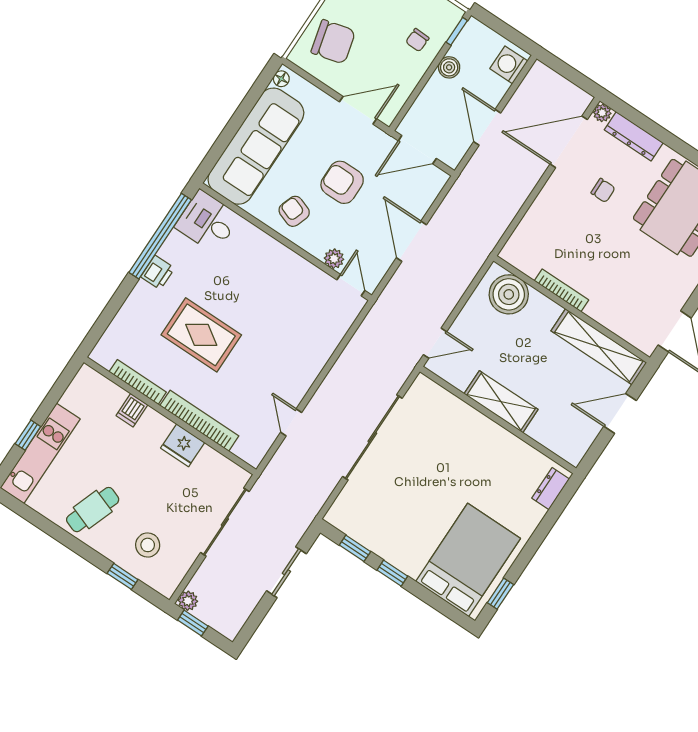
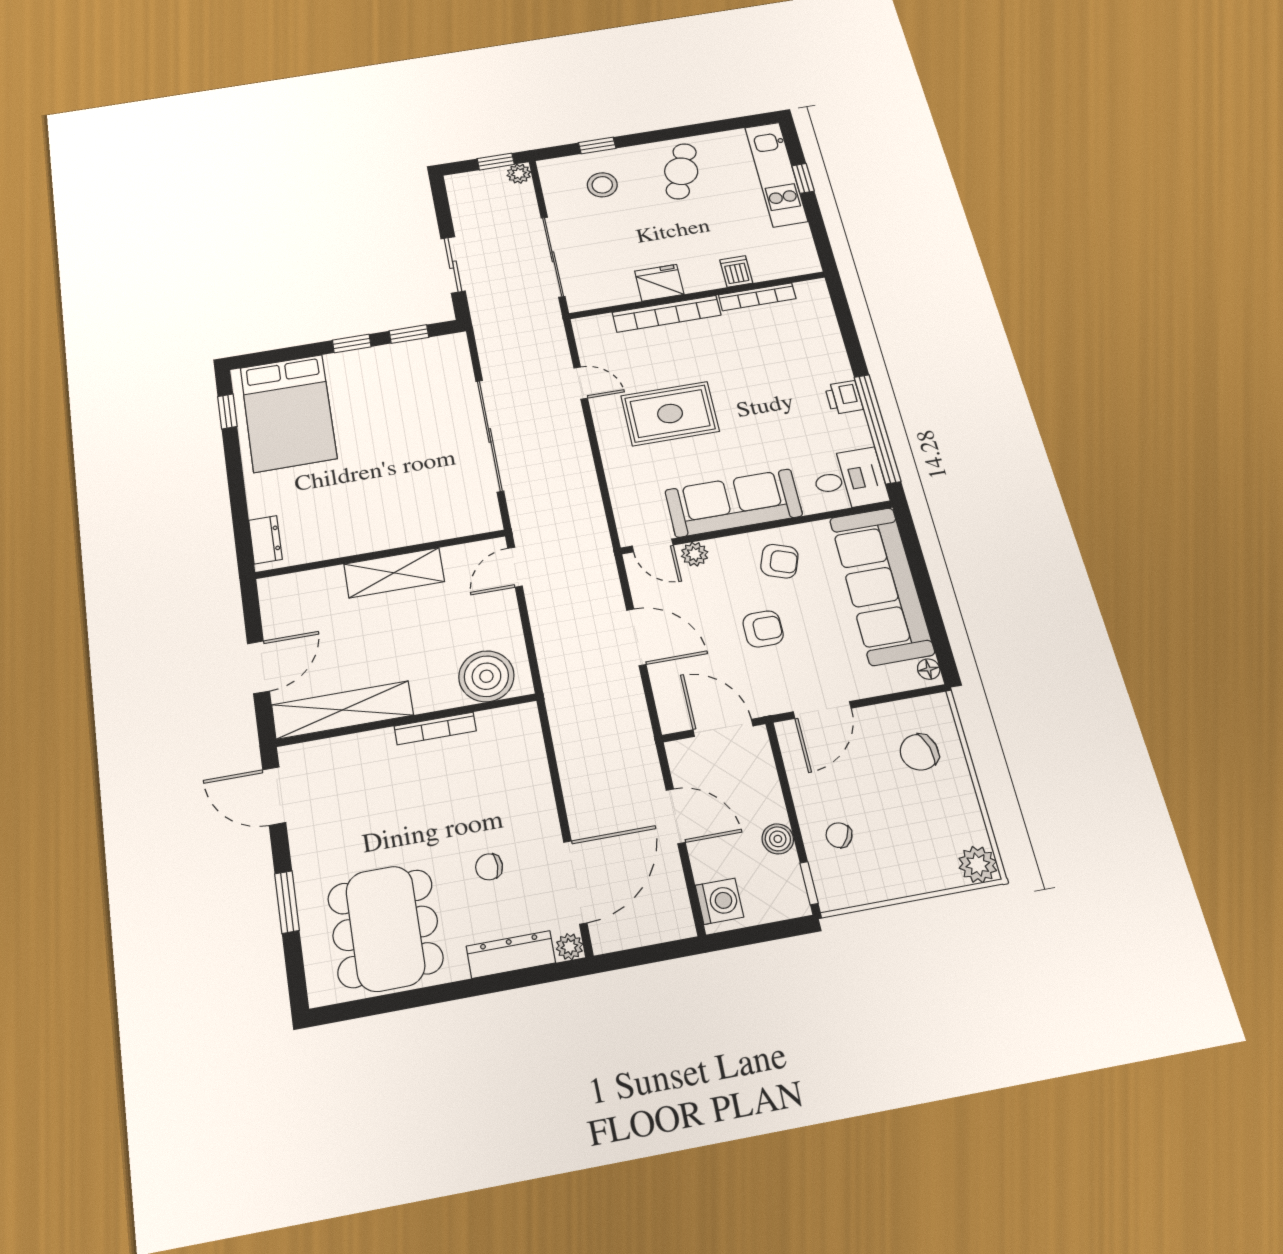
chair: (417, 40) -> (839, 835), turned -62
chair: (333, 42) -> (919, 752), width x0.73, depth x0.73
door: (417, 150) -> (723, 728), hinge flipped
armchair: (342, 182) -> (763, 629), width x0.72, depth x0.72
sofa: (283, 268) -> (734, 503), added
rug: (201, 335) -> (670, 414), moved

